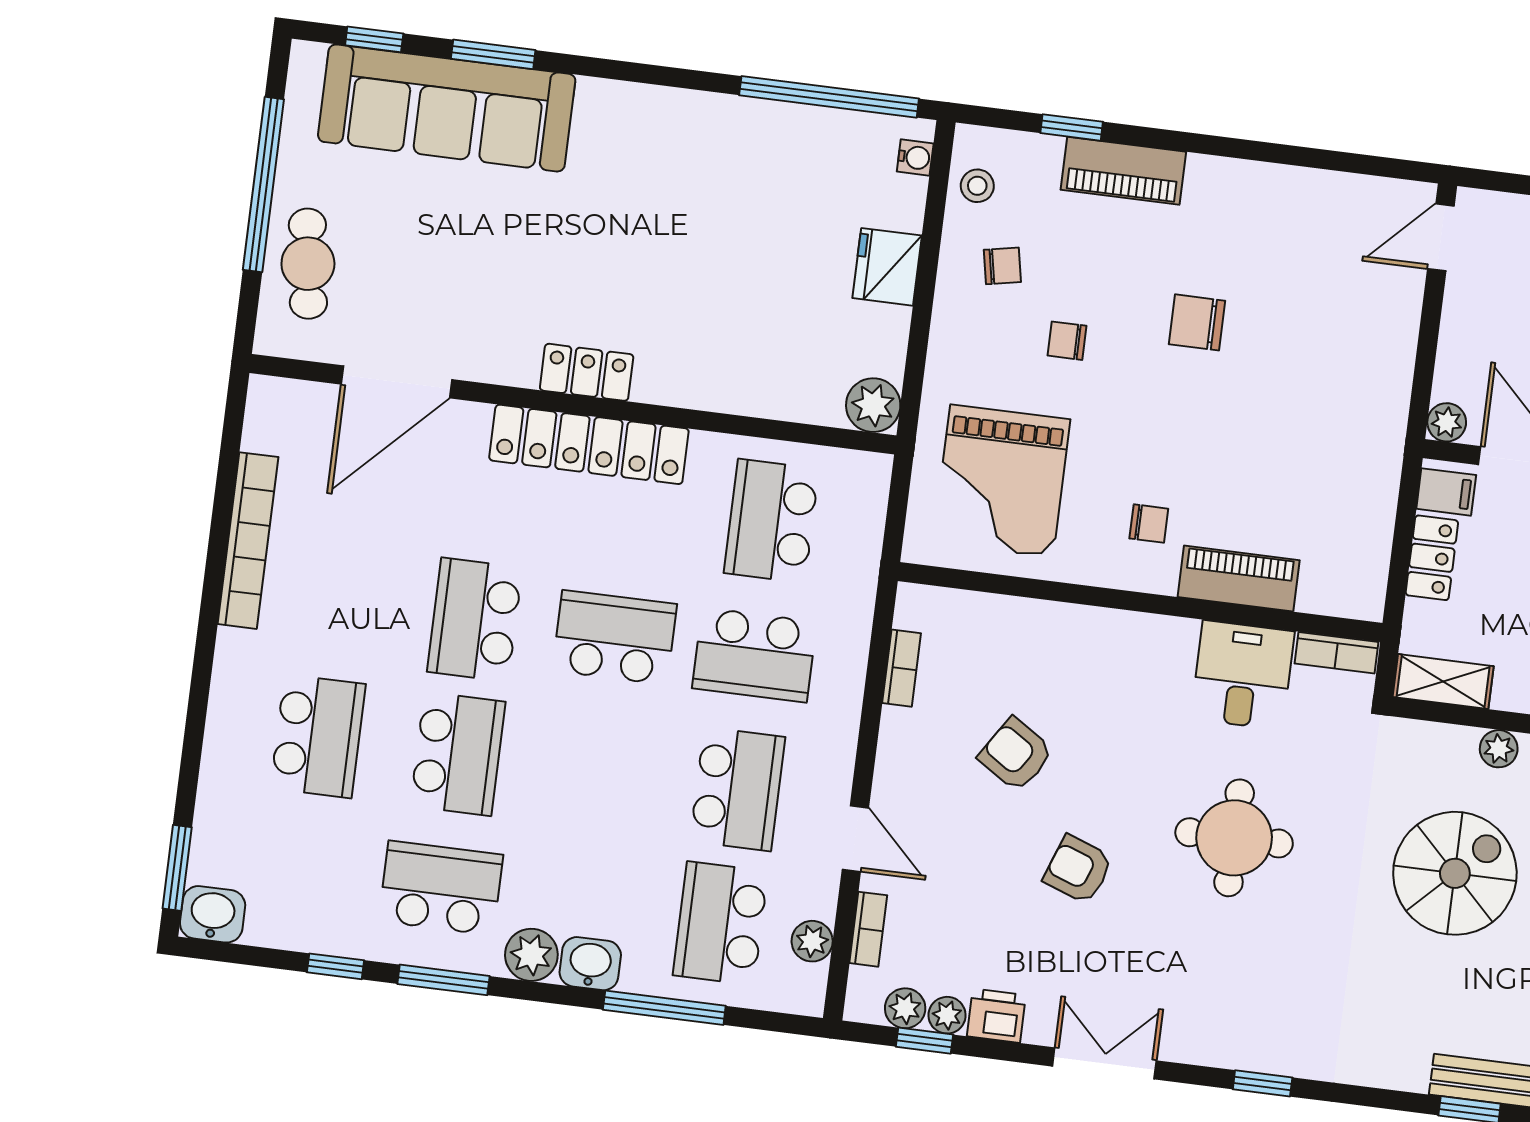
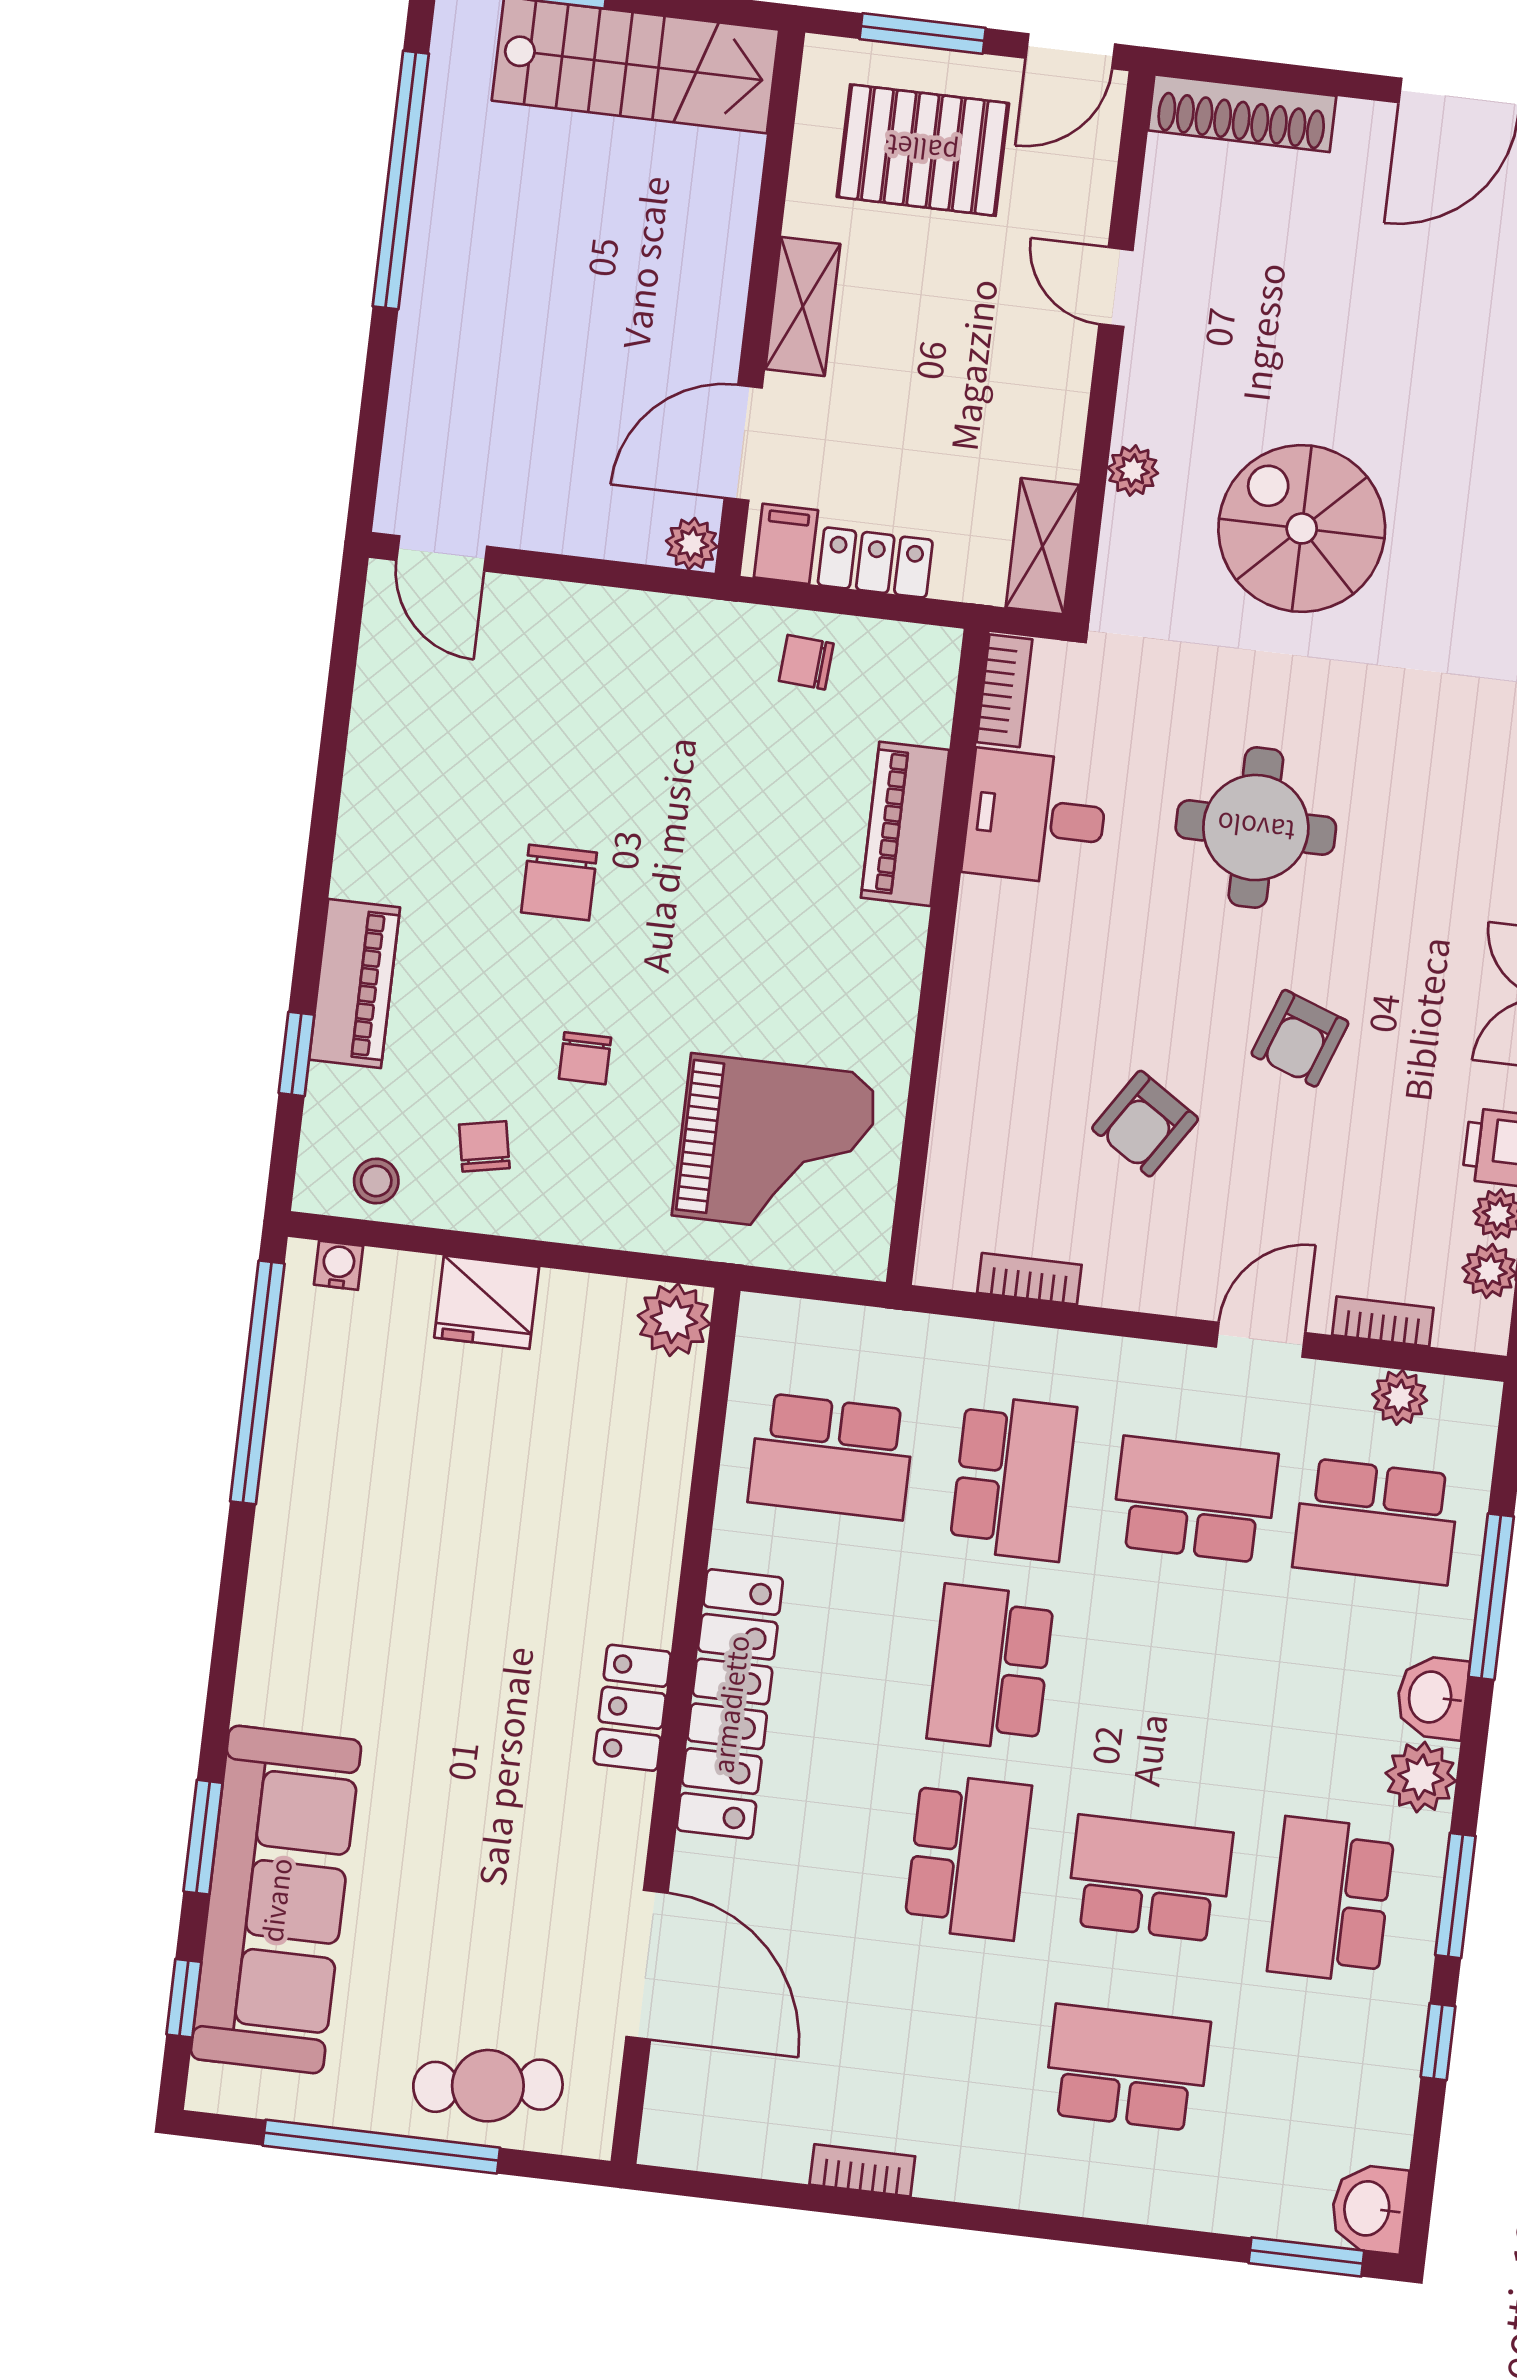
chair: (1149, 524) -> (806, 662), moved, turned -86
bookcase: (248, 541) -> (862, 2170), width x0.43, depth x0.76
school desk: (475, 620) -> (968, 1857), turned -90

